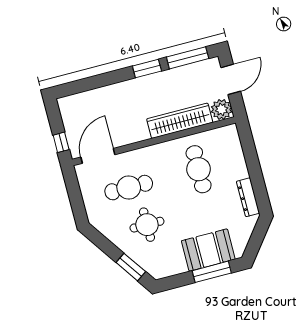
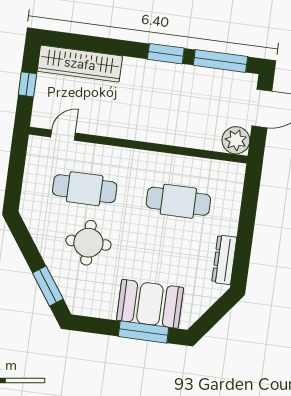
wardrobe: (180, 121) -> (80, 64), moved, turned 180
window: (61, 142) -> (27, 84), moved
door: (98, 156) -> (63, 135), width x0.53
cafe table: (199, 169) -> (178, 201), turned 90

